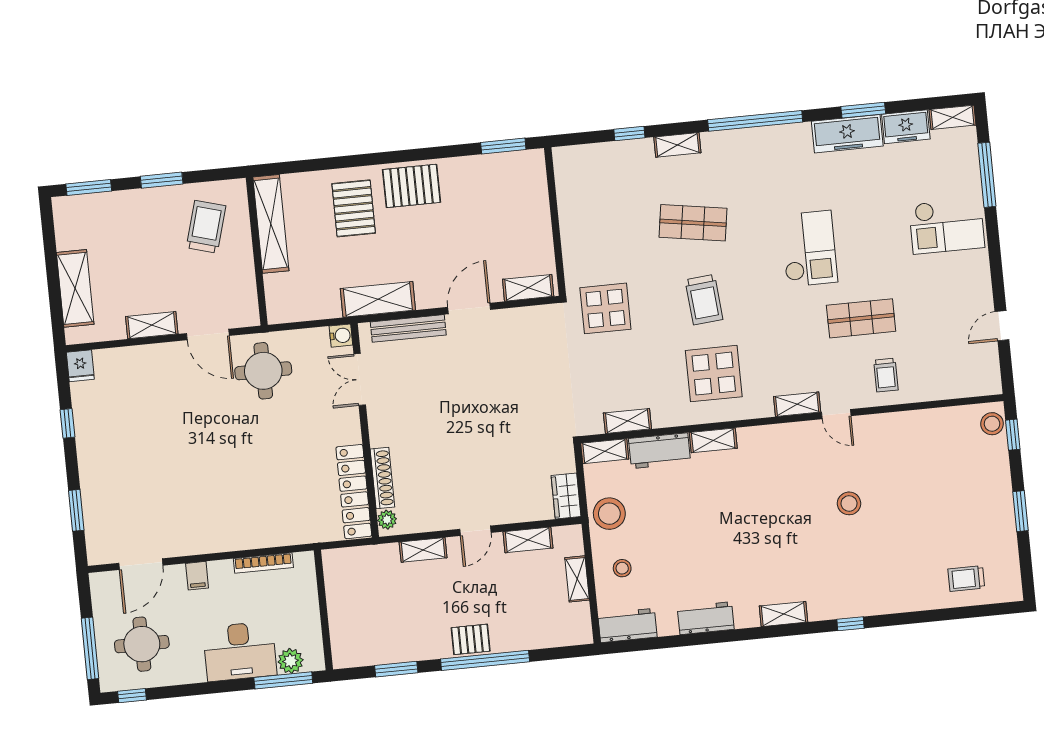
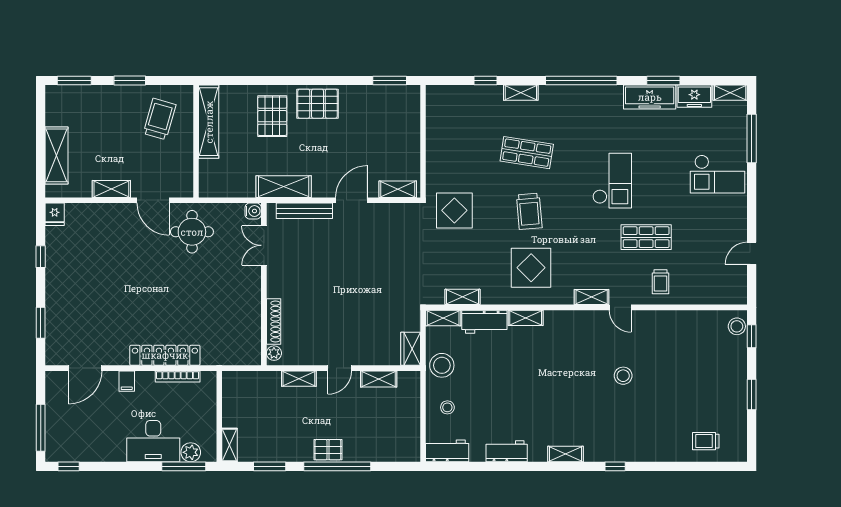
locker: (354, 492) -> (165, 355), moved, turned 90
shelving: (577, 579) -> (230, 445), moved
round table: (142, 644) -> (80, 428), removed

